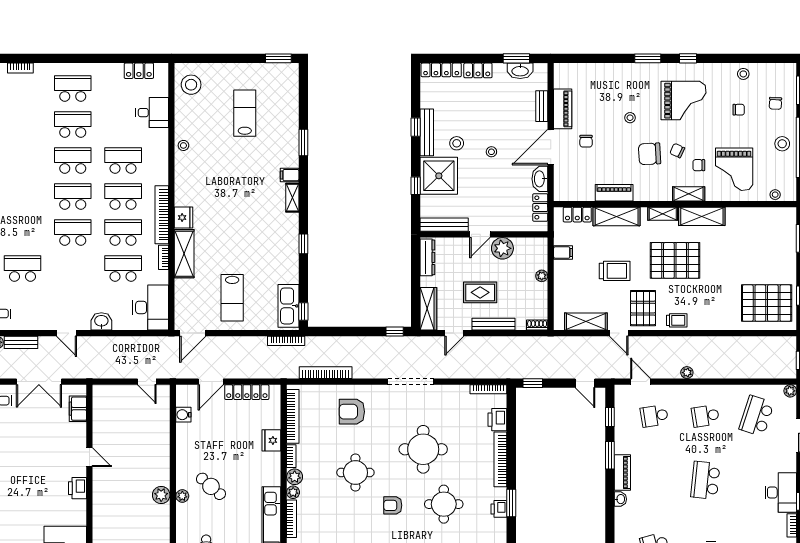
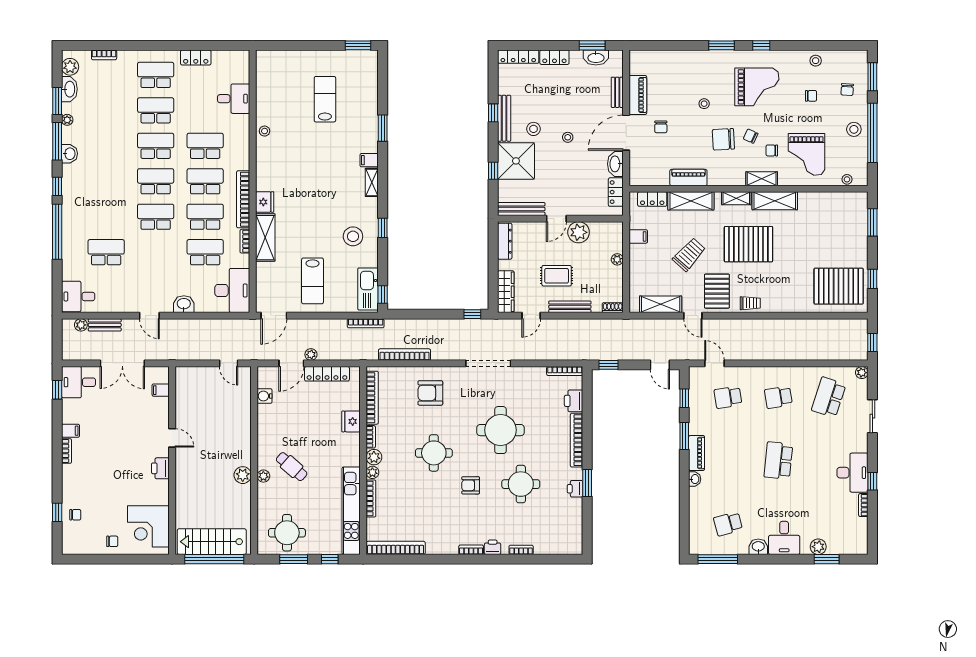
locker: (139, 71) -> (196, 58), moved
stool: (191, 85) -> (353, 236), moved
trolley: (615, 271) -> (689, 255), turned -48
plant: (687, 373) -> (311, 355), moved
filing cabinet: (78, 409) -> (161, 390), width x0.50

